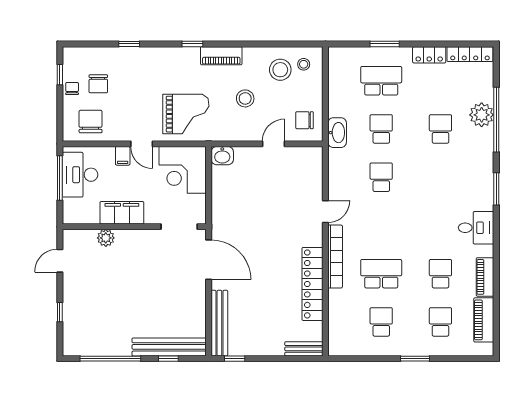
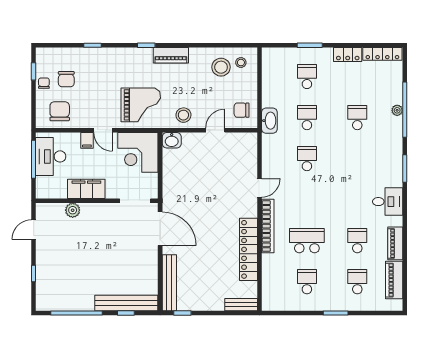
school desk: (381, 81) -> (307, 77), width x0.54
stool: (245, 98) -> (183, 115), moved
plant: (482, 115) -> (397, 110), width x0.53, depth x0.53

